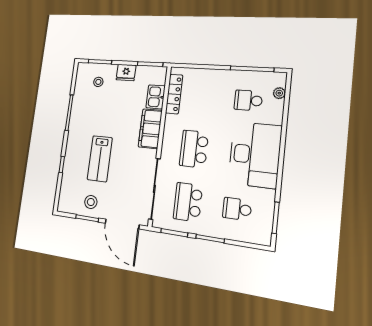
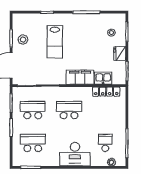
desk: (255, 155) -> (75, 154), width x0.73, depth x0.77
lab bench: (100, 159) -> (55, 42), turned -90
school desk: (237, 209) -> (33, 143), width x1.85

